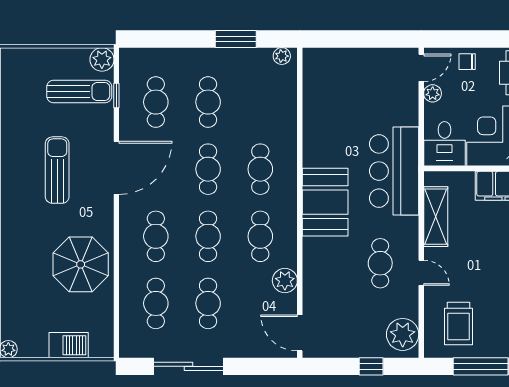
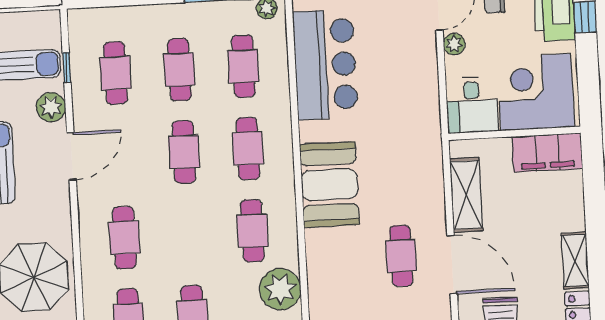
plant: (102, 59) -> (51, 107), moved
door: (116, 168) -> (71, 156), width x0.73
bar counter: (394, 171) -> (325, 65), moved, turned 180
cafe table: (208, 236) -> (243, 66), moved
door: (421, 273) -> (452, 265), width x1.87
plant: (285, 281) -> (280, 289), width x1.36, depth x1.36

